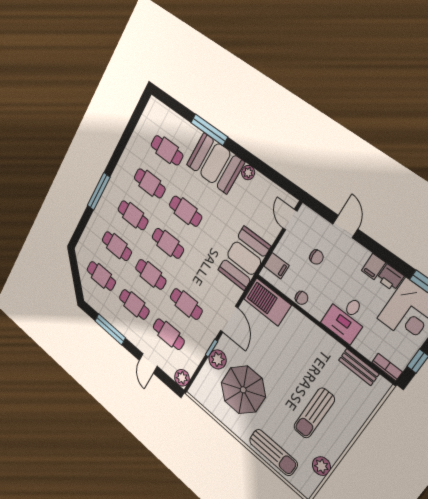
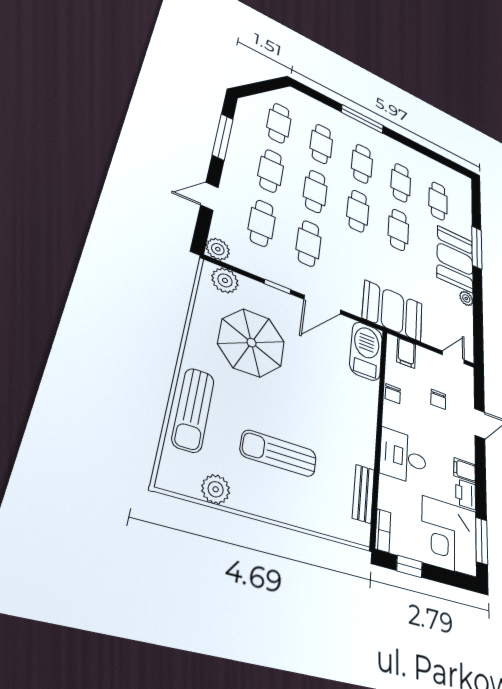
plant: (218, 359) -> (225, 280), moved

